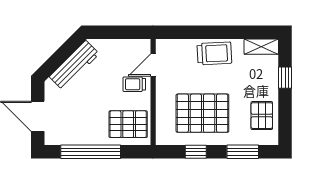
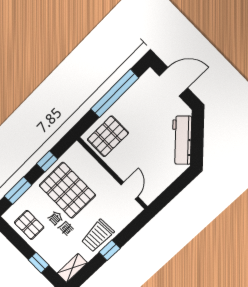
window: (216, 32) -> (110, 250), added
trolley: (134, 84) -> (130, 166), removed
pallet: (202, 113) -> (67, 190), turned 90

